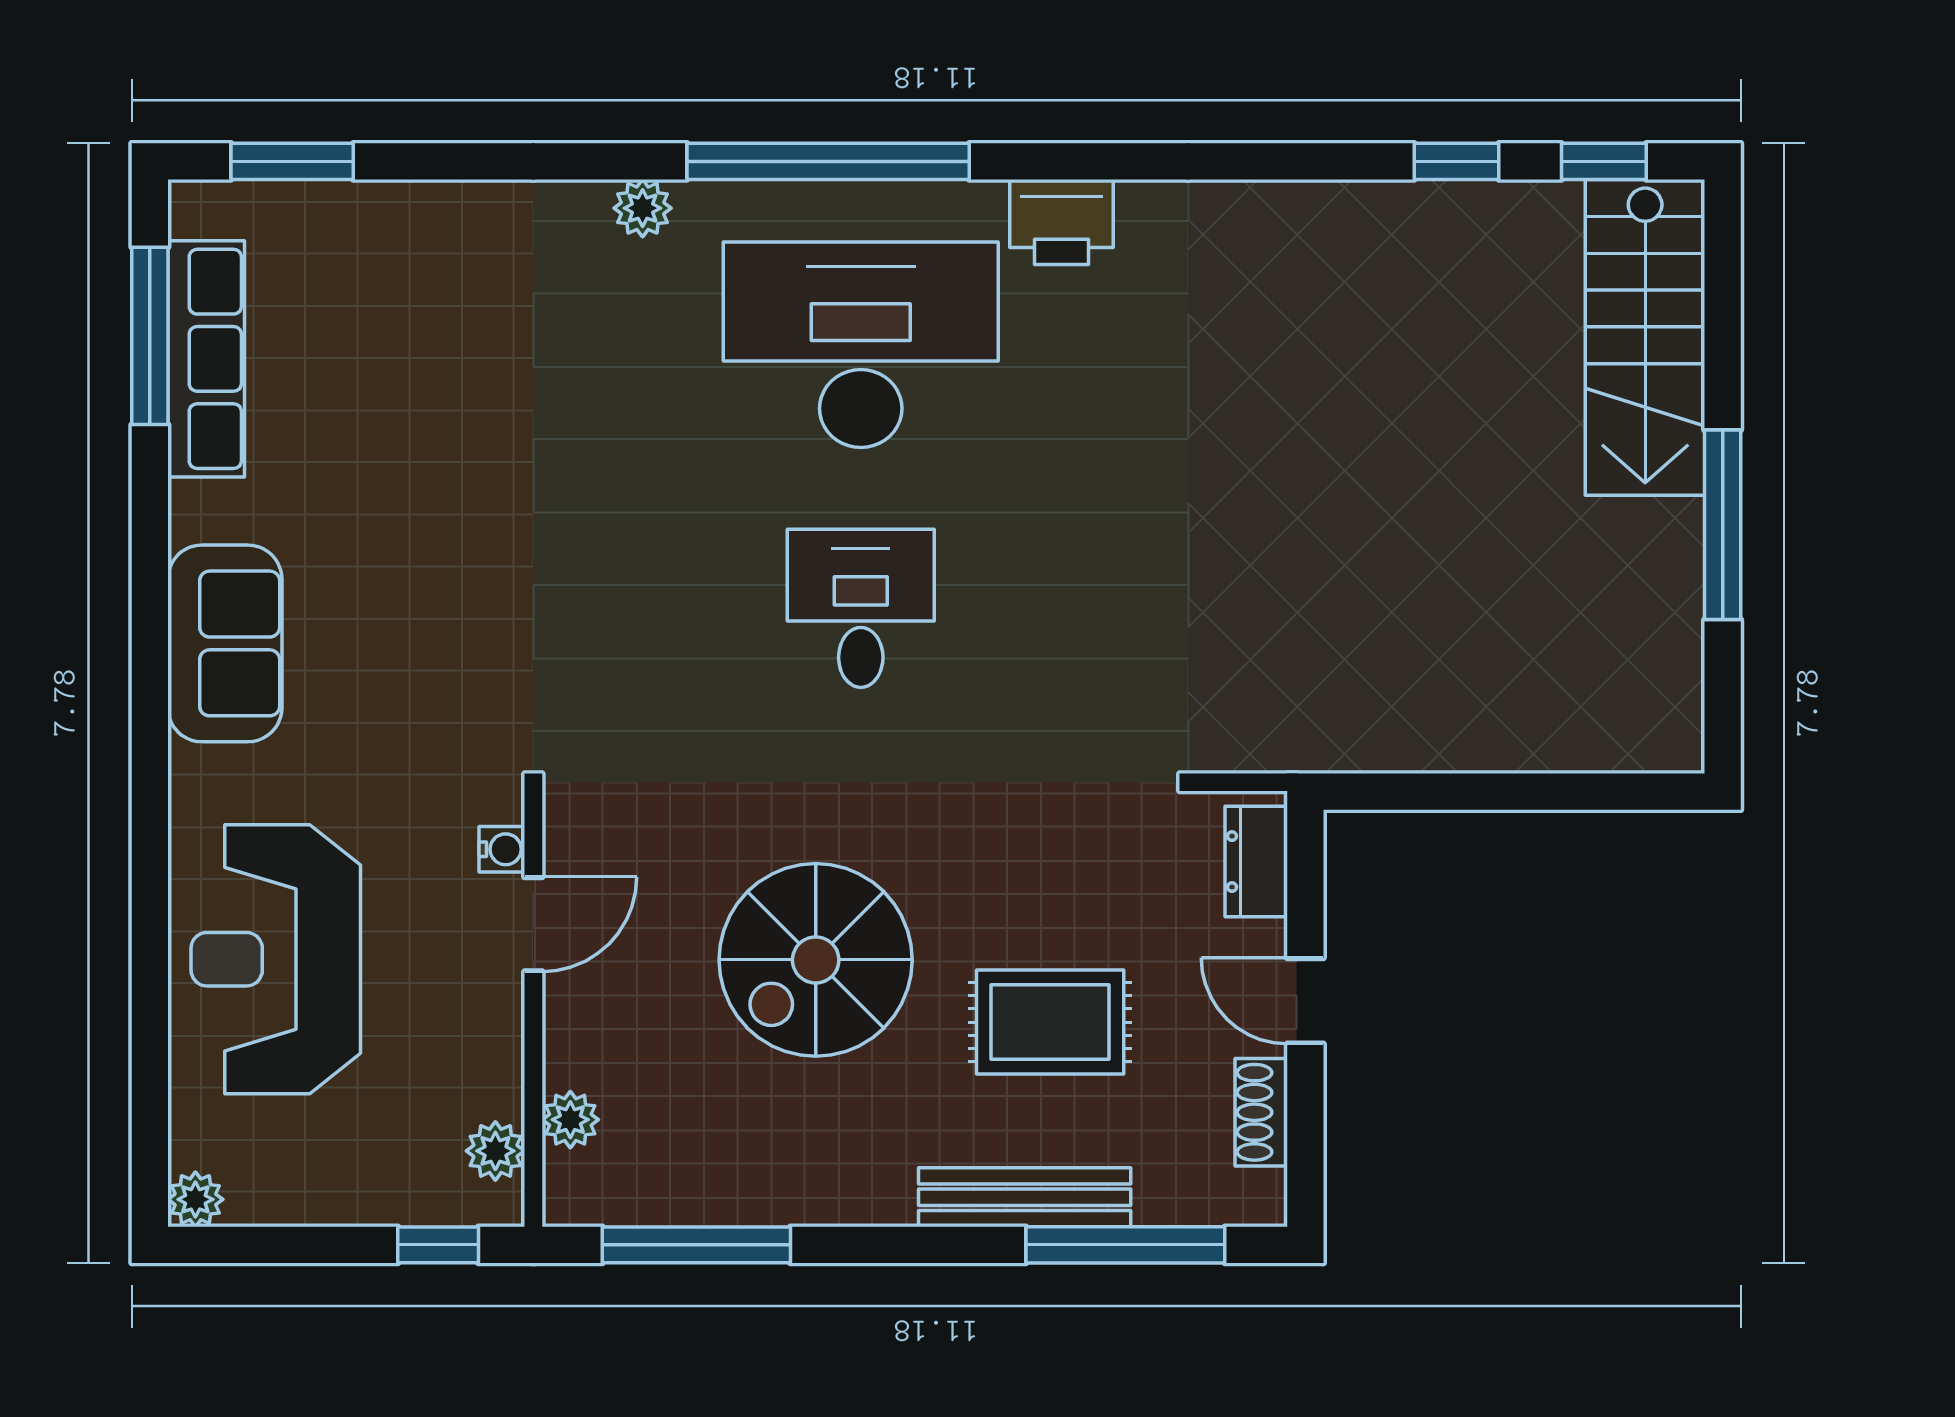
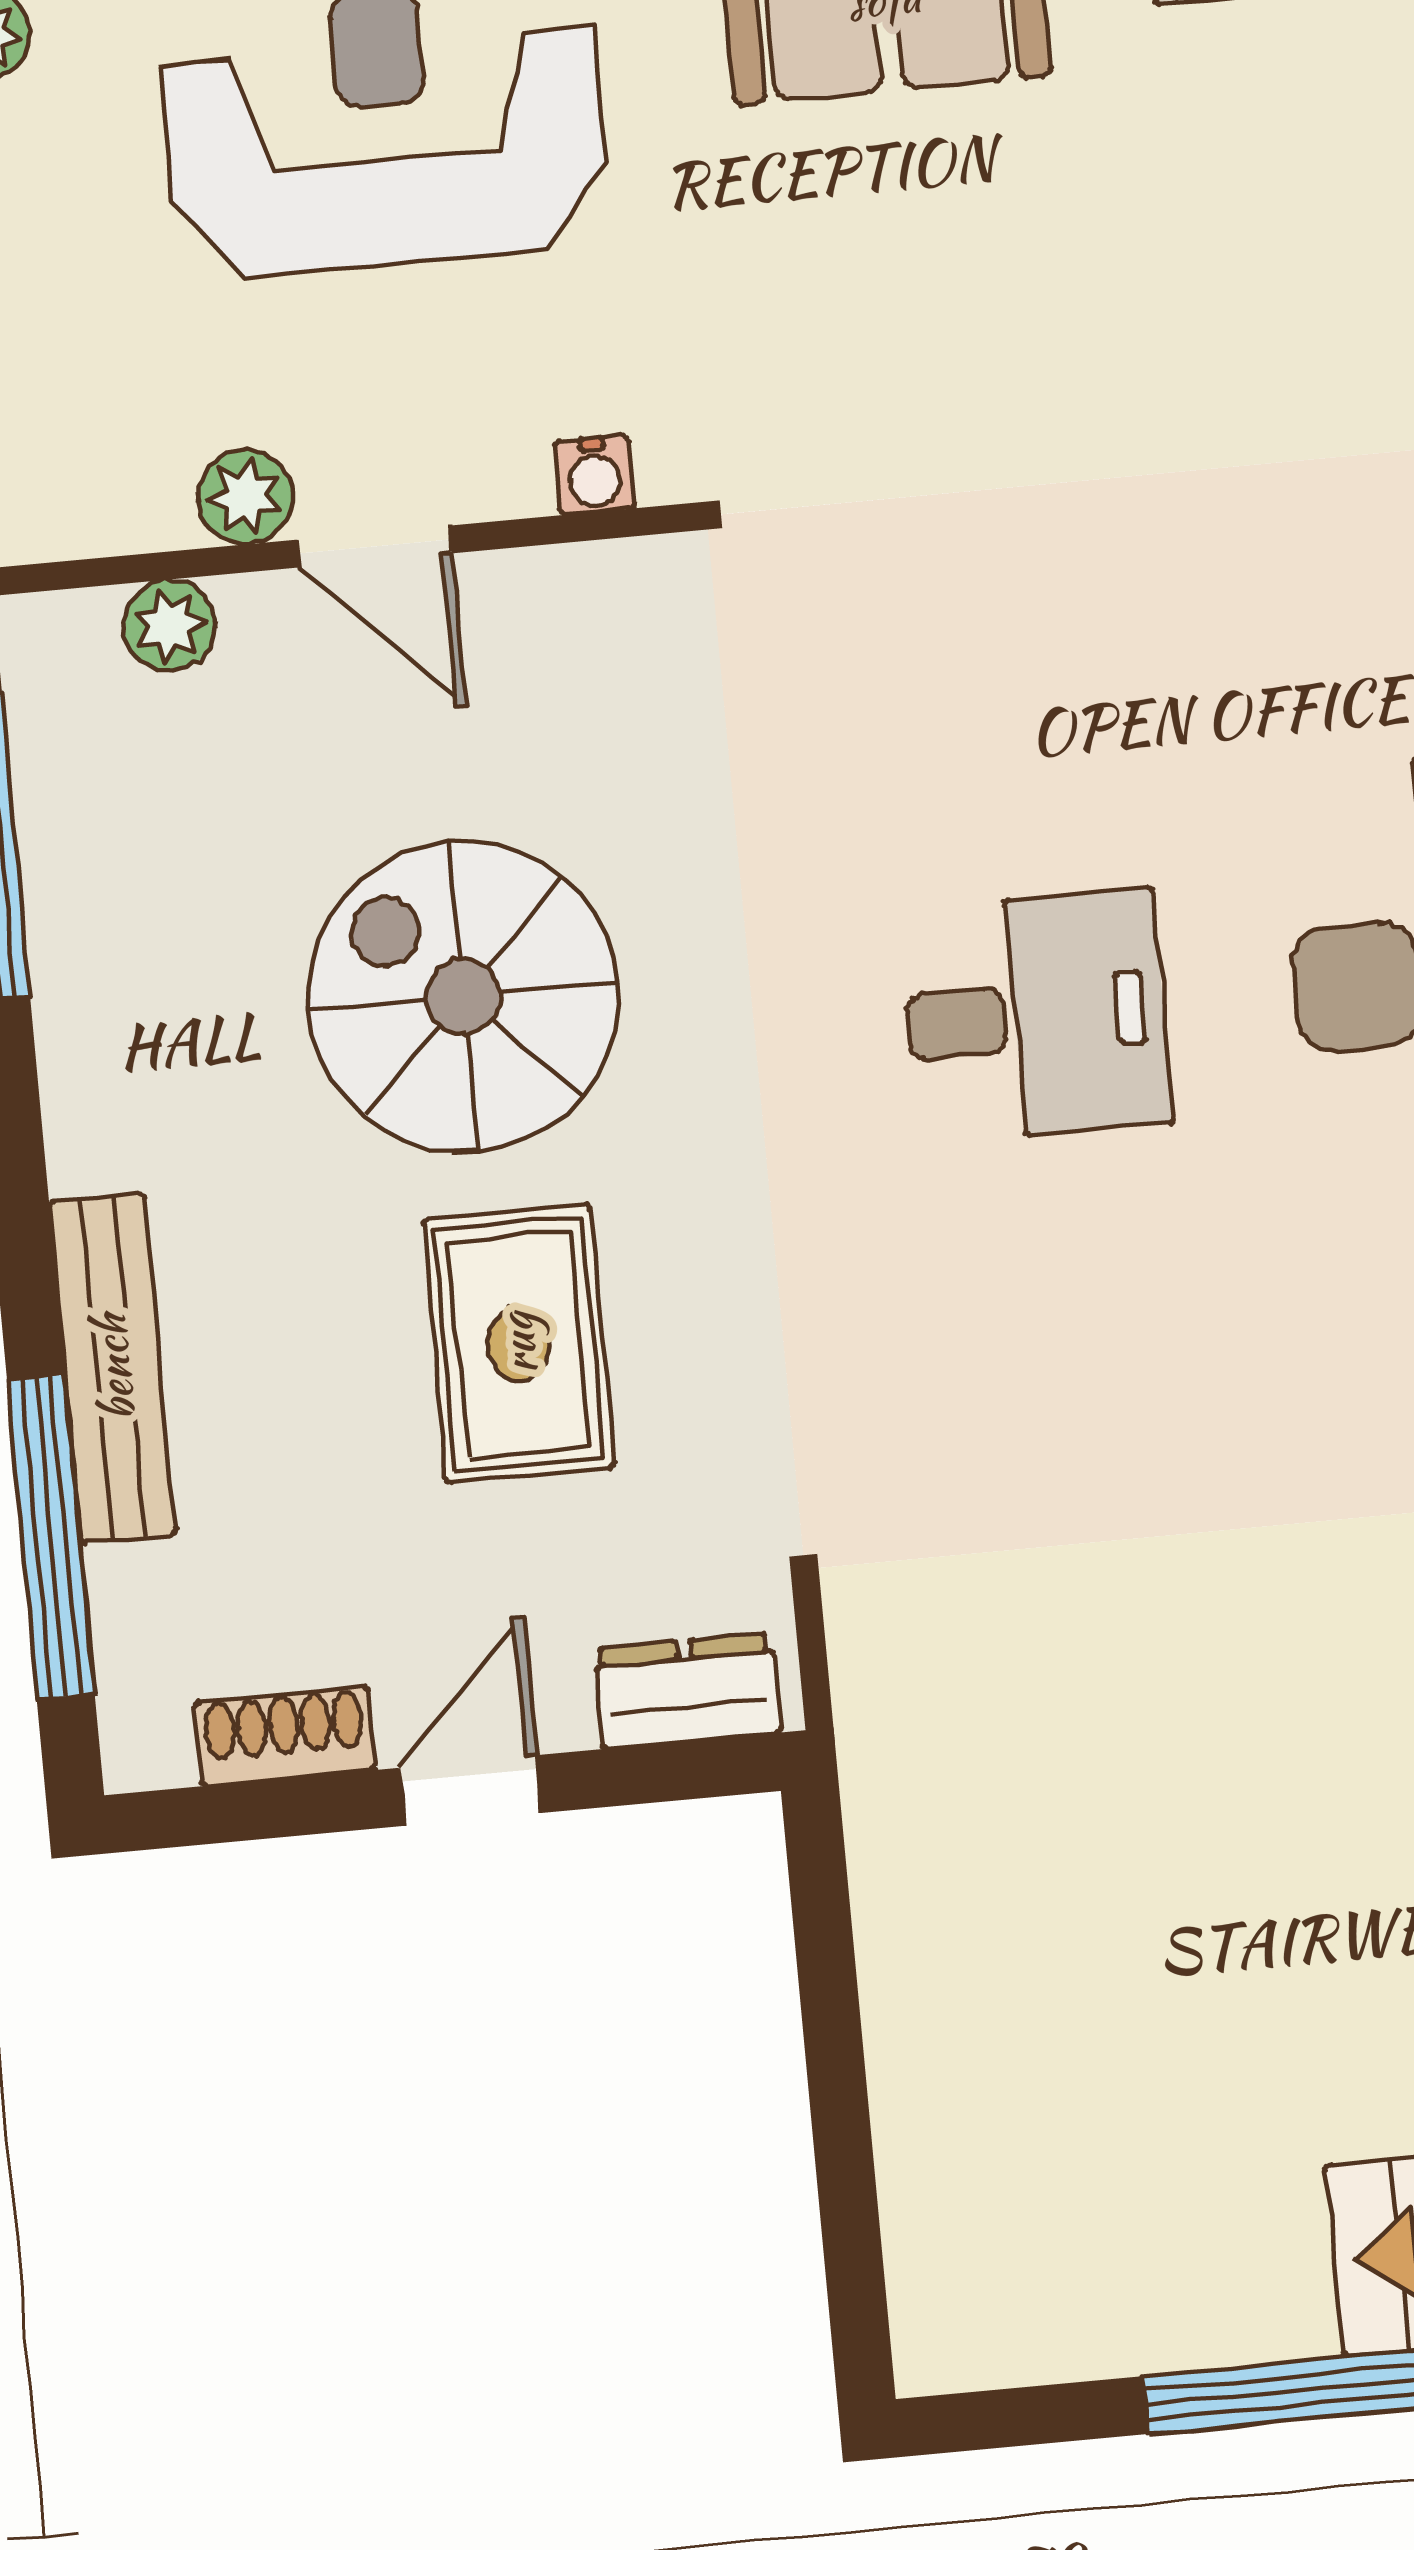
door: (533, 924) -> (375, 546), moved
rug: (1050, 1022) -> (518, 1344), moved
plant: (495, 1151) -> (245, 497), moved

